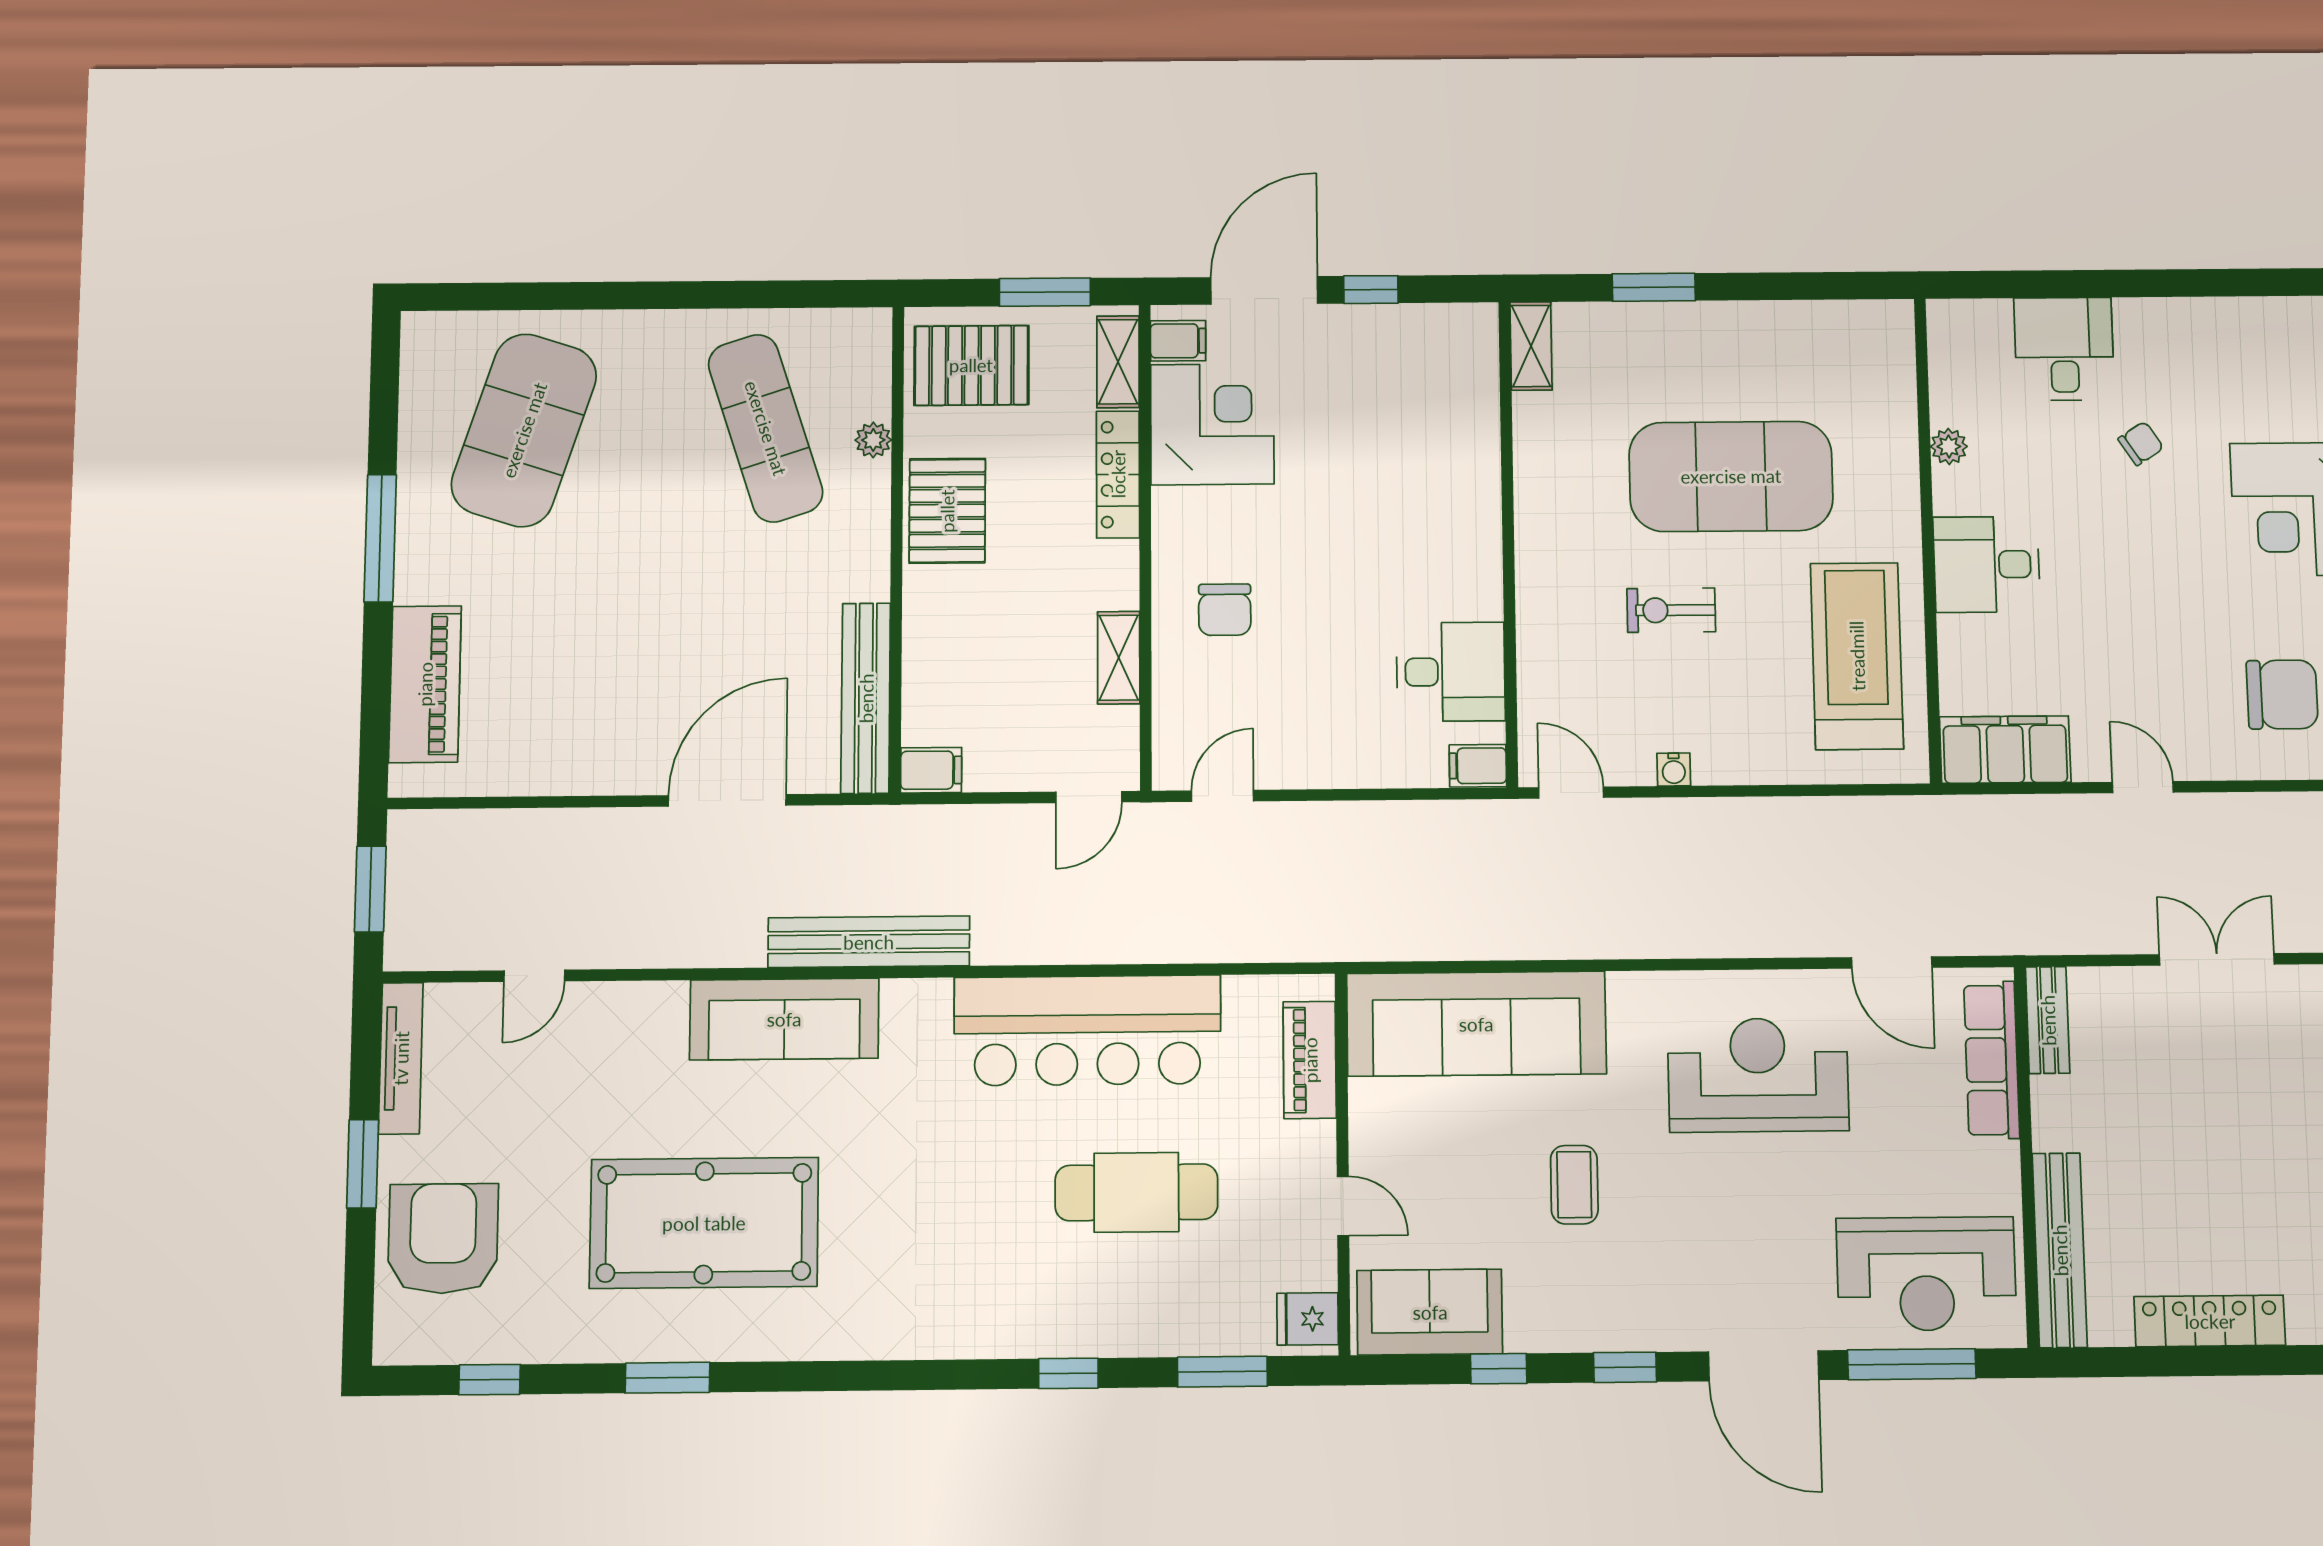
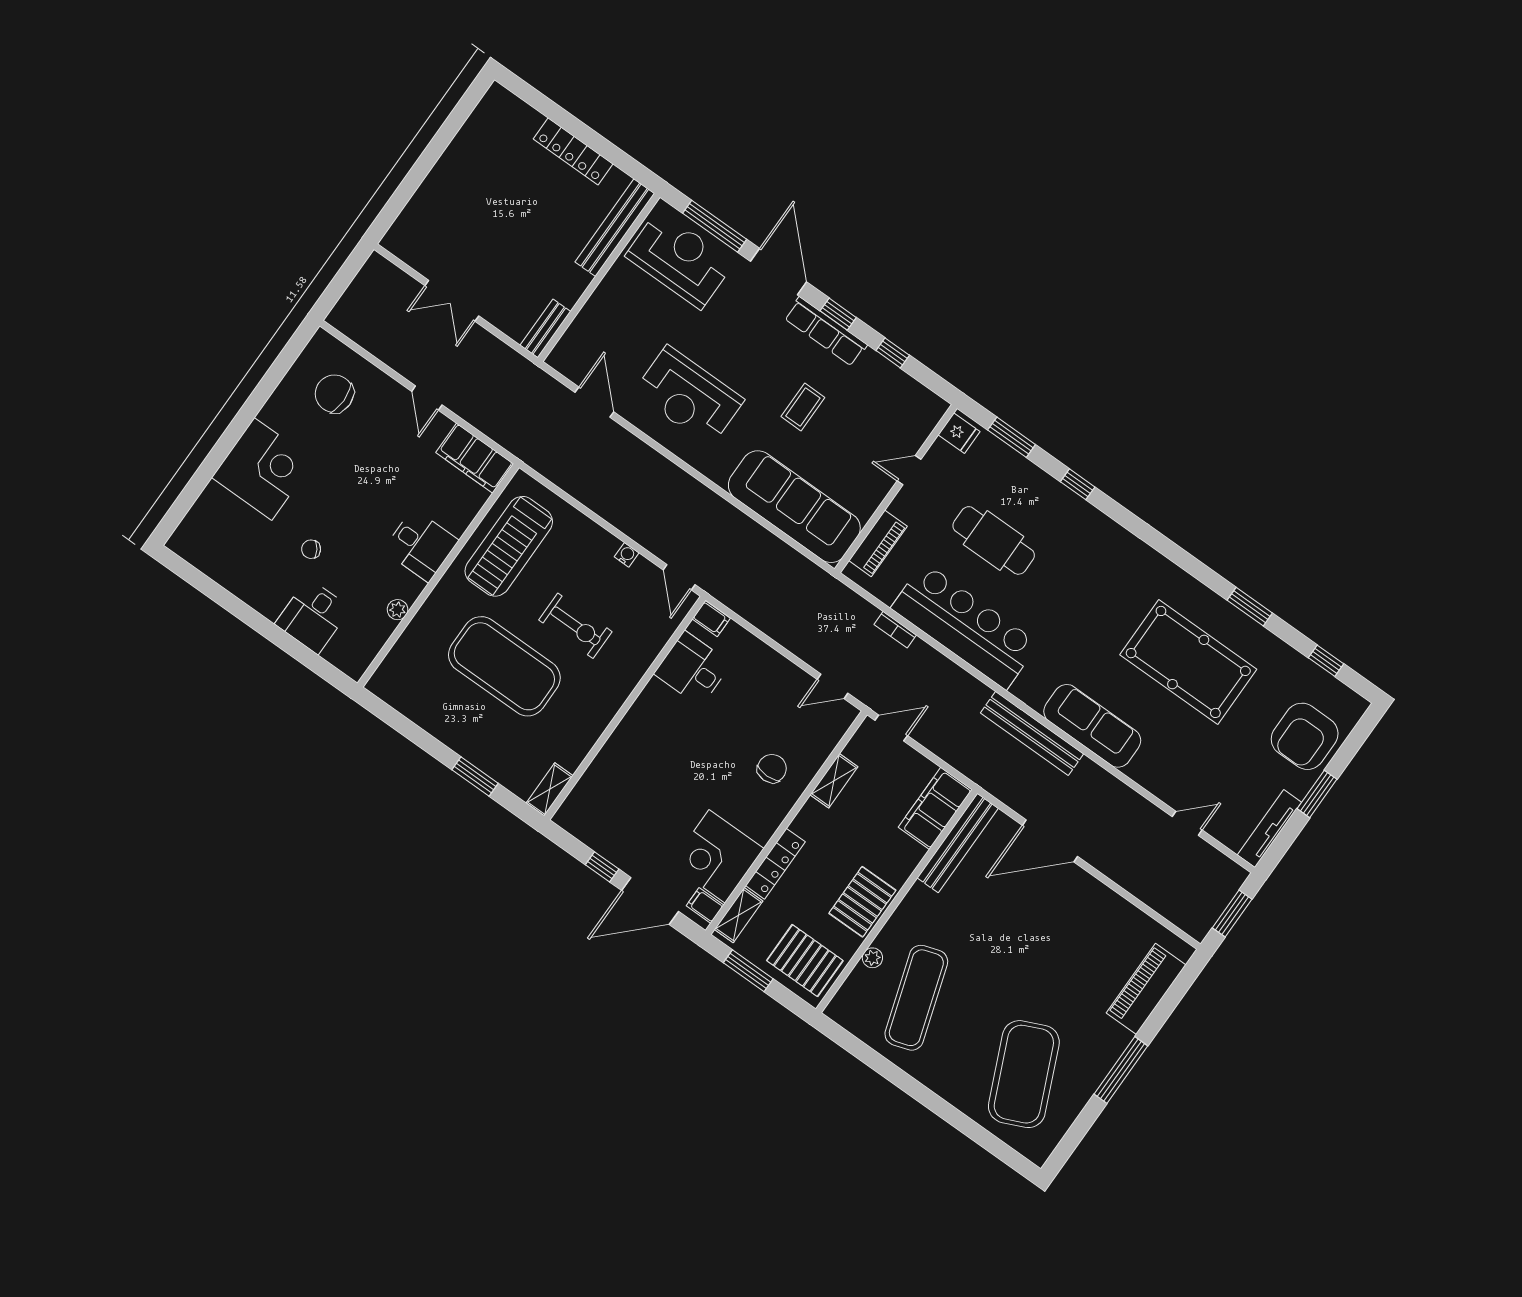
exercise mat: (524, 430) -> (1024, 1074), turned -42
exercise bike: (1671, 610) -> (575, 626), width x1.38, depth x1.39
filing cabinet: (931, 770) -> (935, 808), width x3.00, depth x1.17
bookcase: (1189, 948) -> (895, 630), added
row of seats: (1992, 1060) -> (826, 331), moved, turned 90
door: (1343, 1206) -> (909, 470), hinge flipped
sofa: (1430, 1312) -> (905, 398), removed

